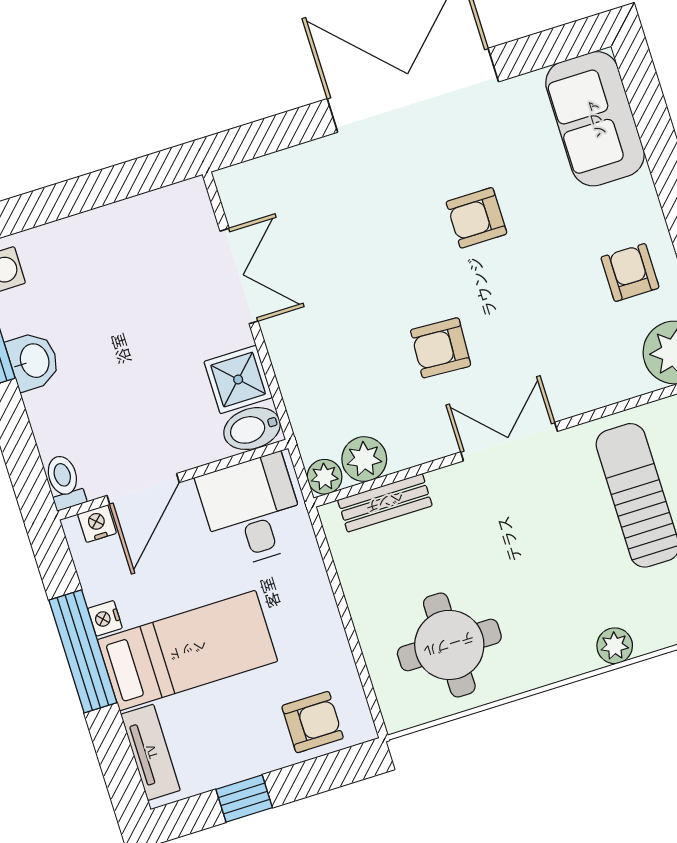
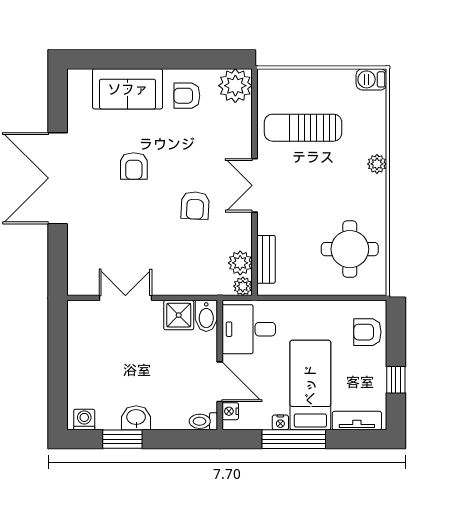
sofa: (595, 119) -> (128, 89), moved
armchair: (313, 722) -> (367, 332), turned -90

